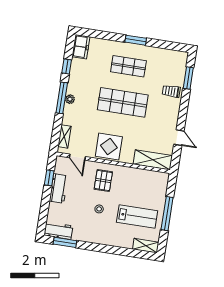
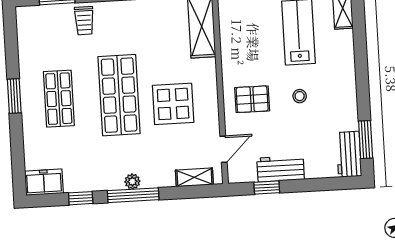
display table: (109, 146) -> (173, 104), moved

